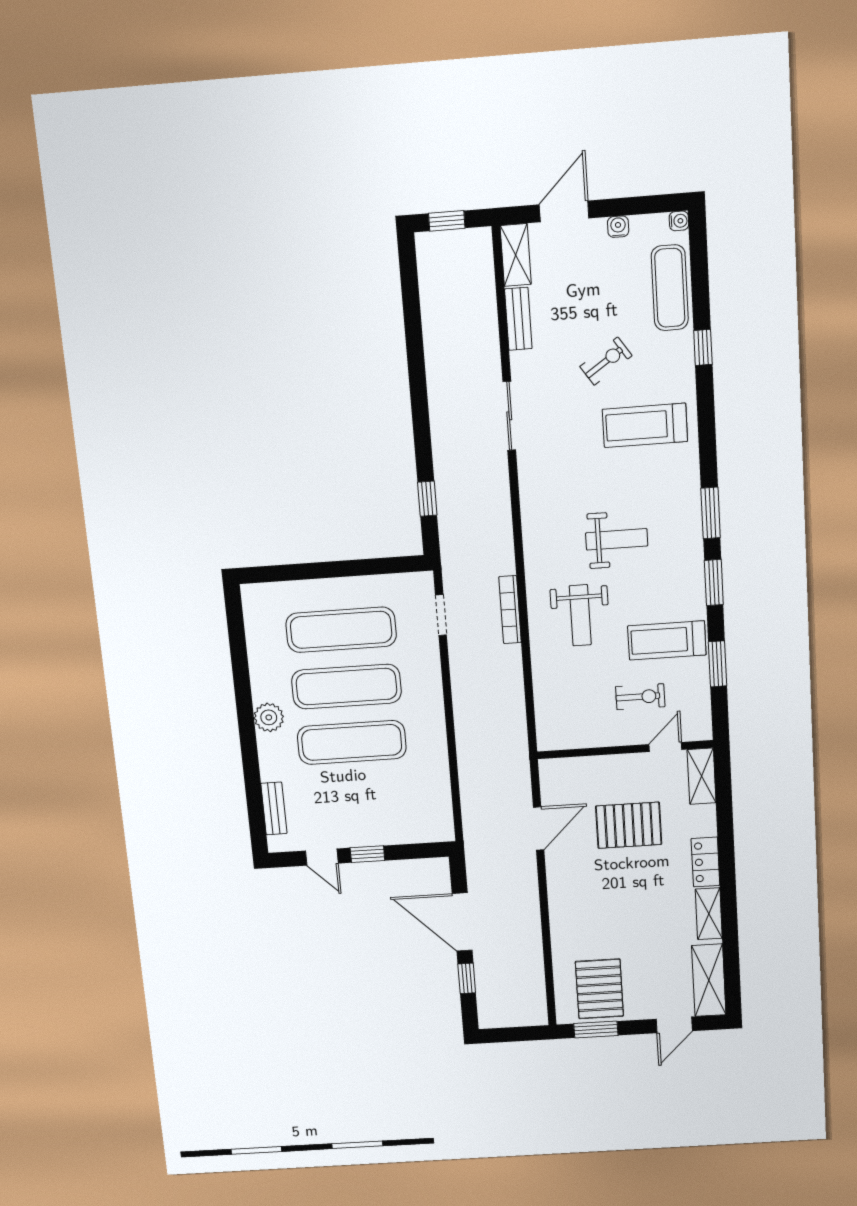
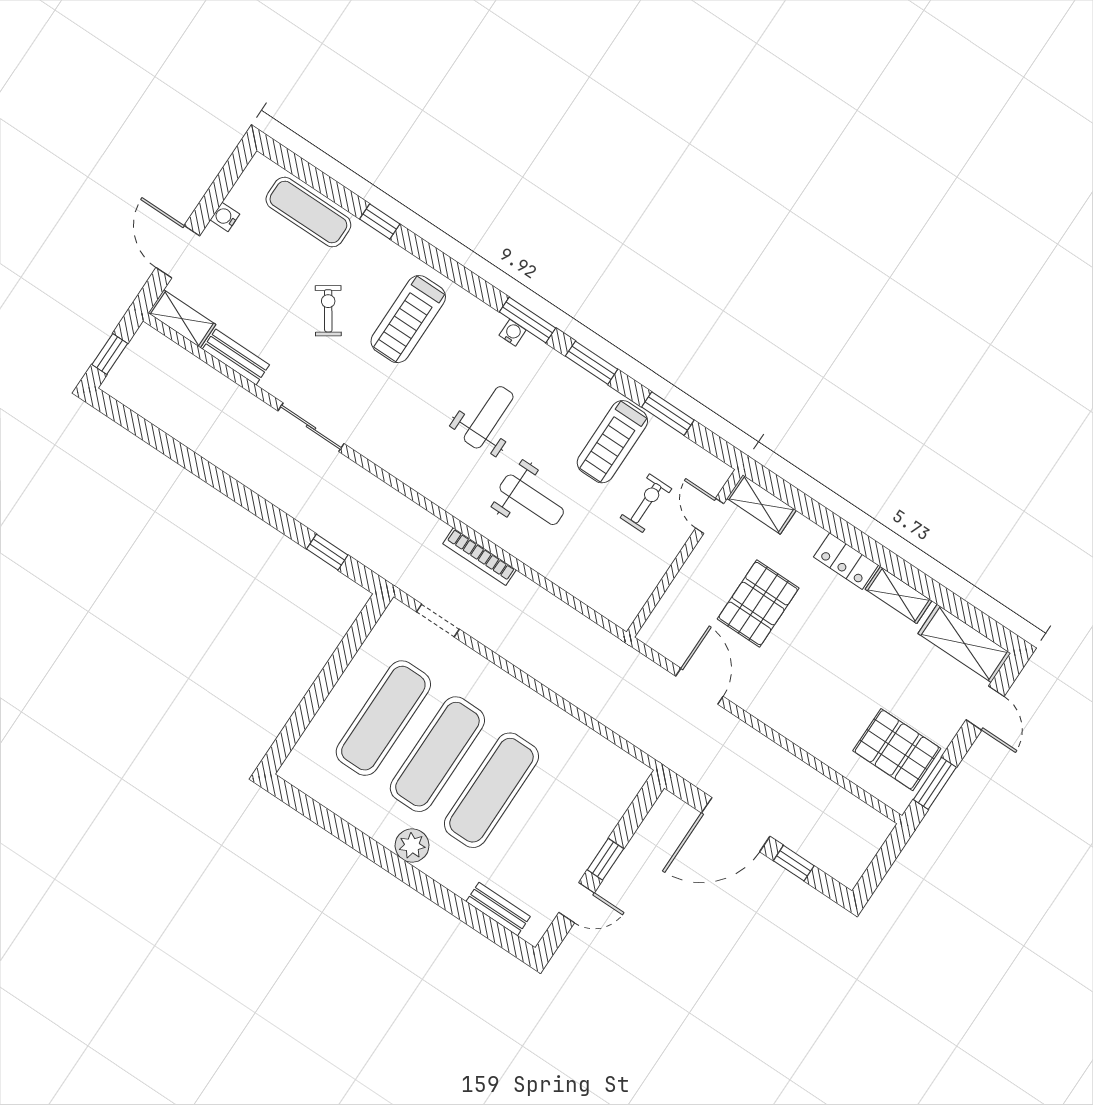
water cooler: (679, 221) -> (513, 333), moved

